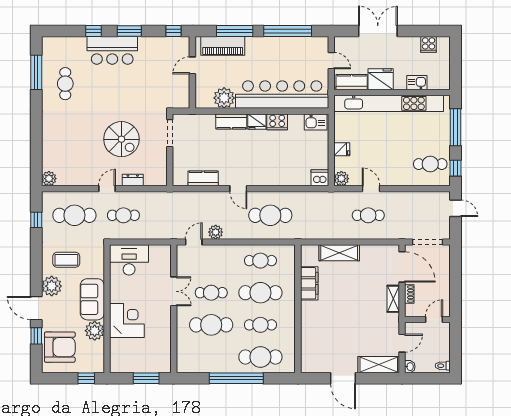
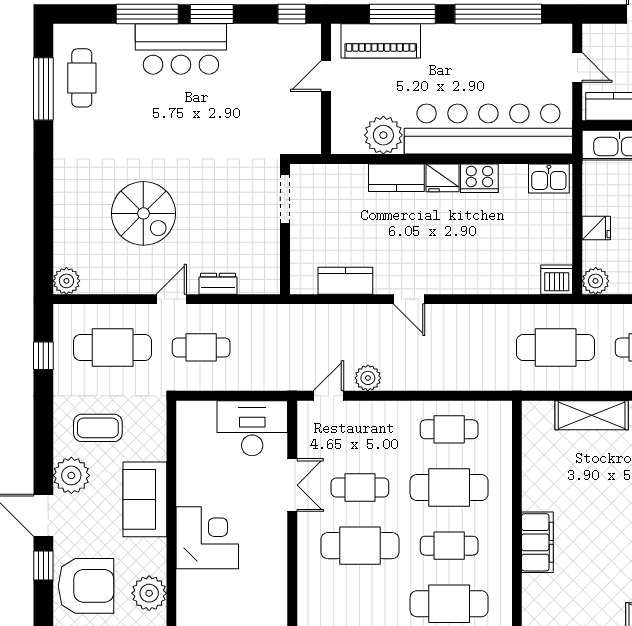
window: (94, 31) -> (147, 14), width x2.17
cafe table: (65, 84) -> (82, 78), moved
spiral stairs: (121, 139) -> (143, 213), moved
cafe table: (270, 215) -> (556, 347), moved
desk: (129, 260) -> (252, 428), moved
filing cabinet: (309, 283) -> (537, 542), moved
plant: (95, 331) -> (149, 593), moved

